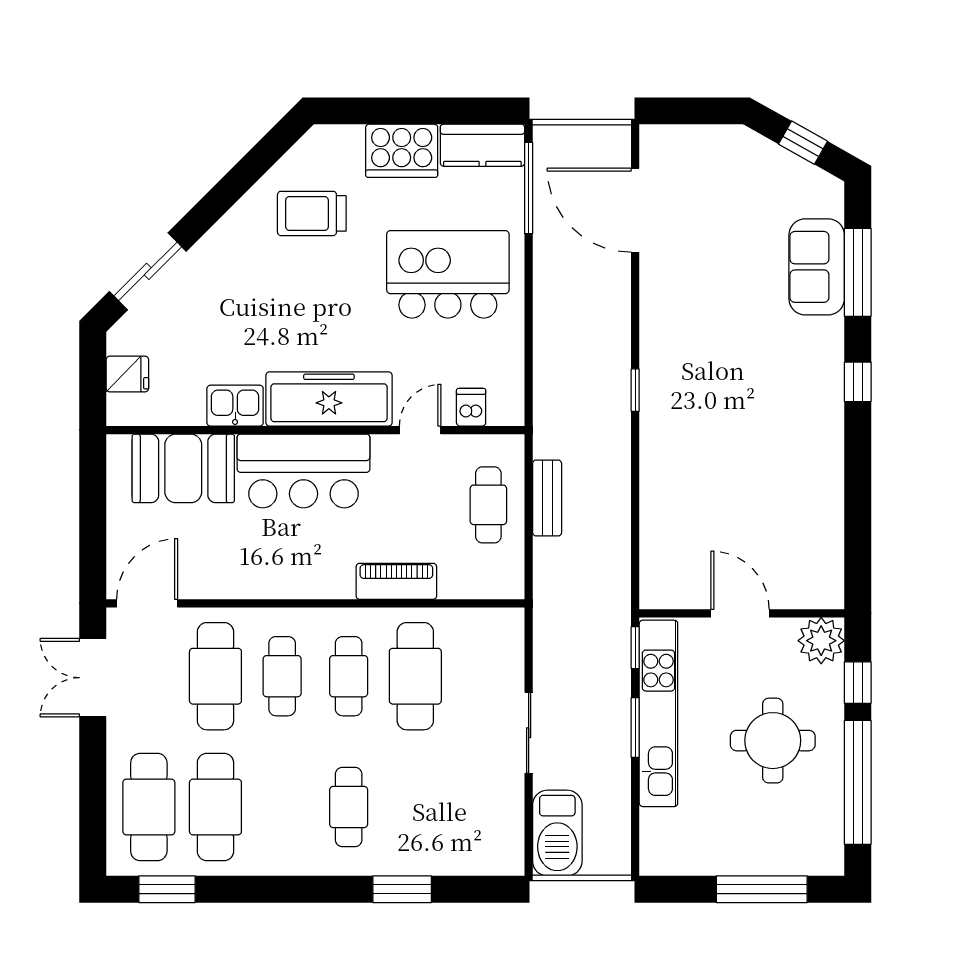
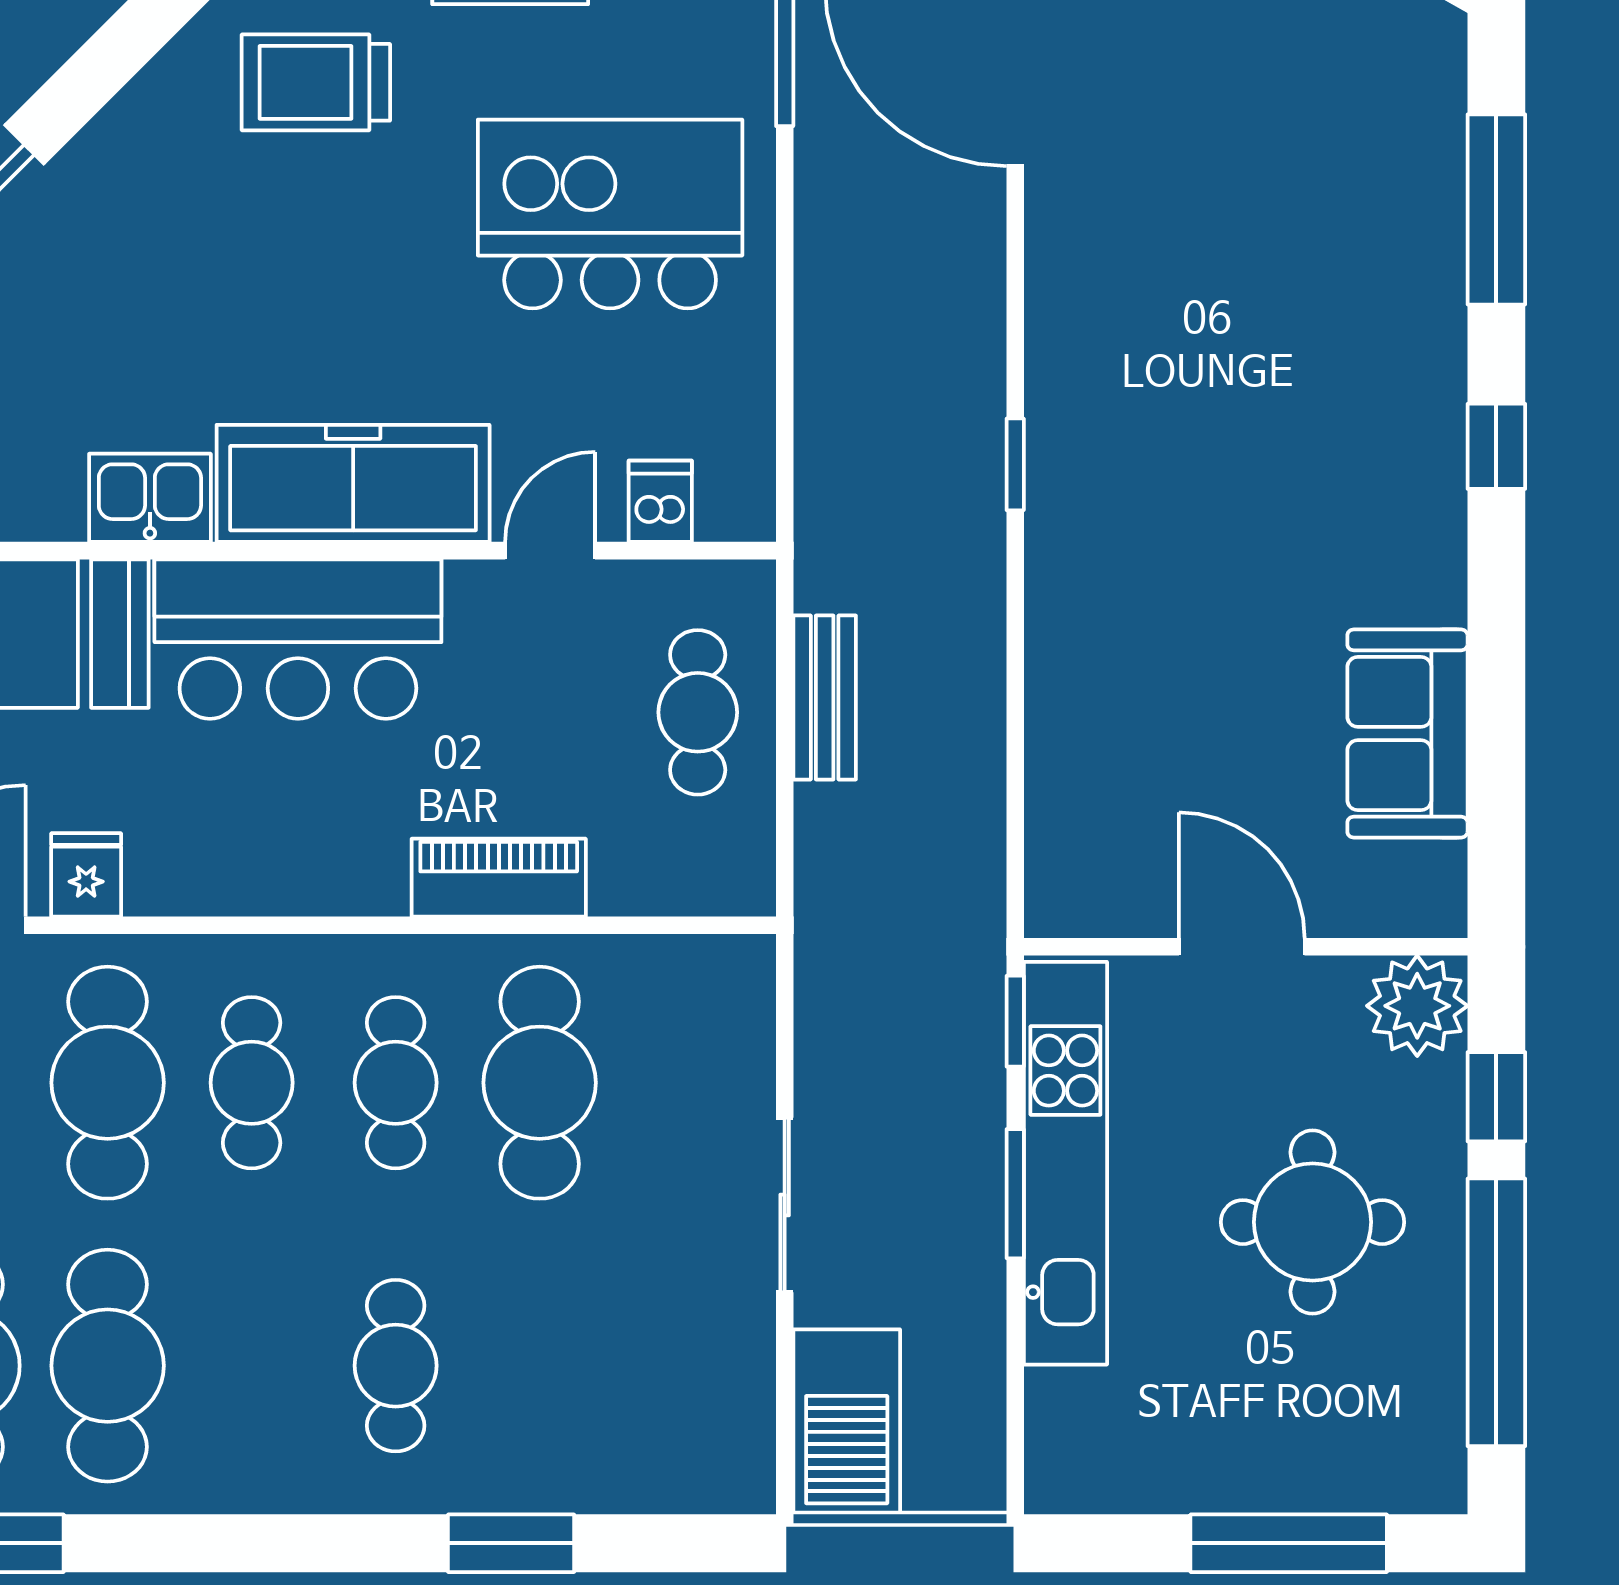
sofa: (817, 267) -> (1407, 734), moved
fridge: (206, 580) -> (86, 875), added

